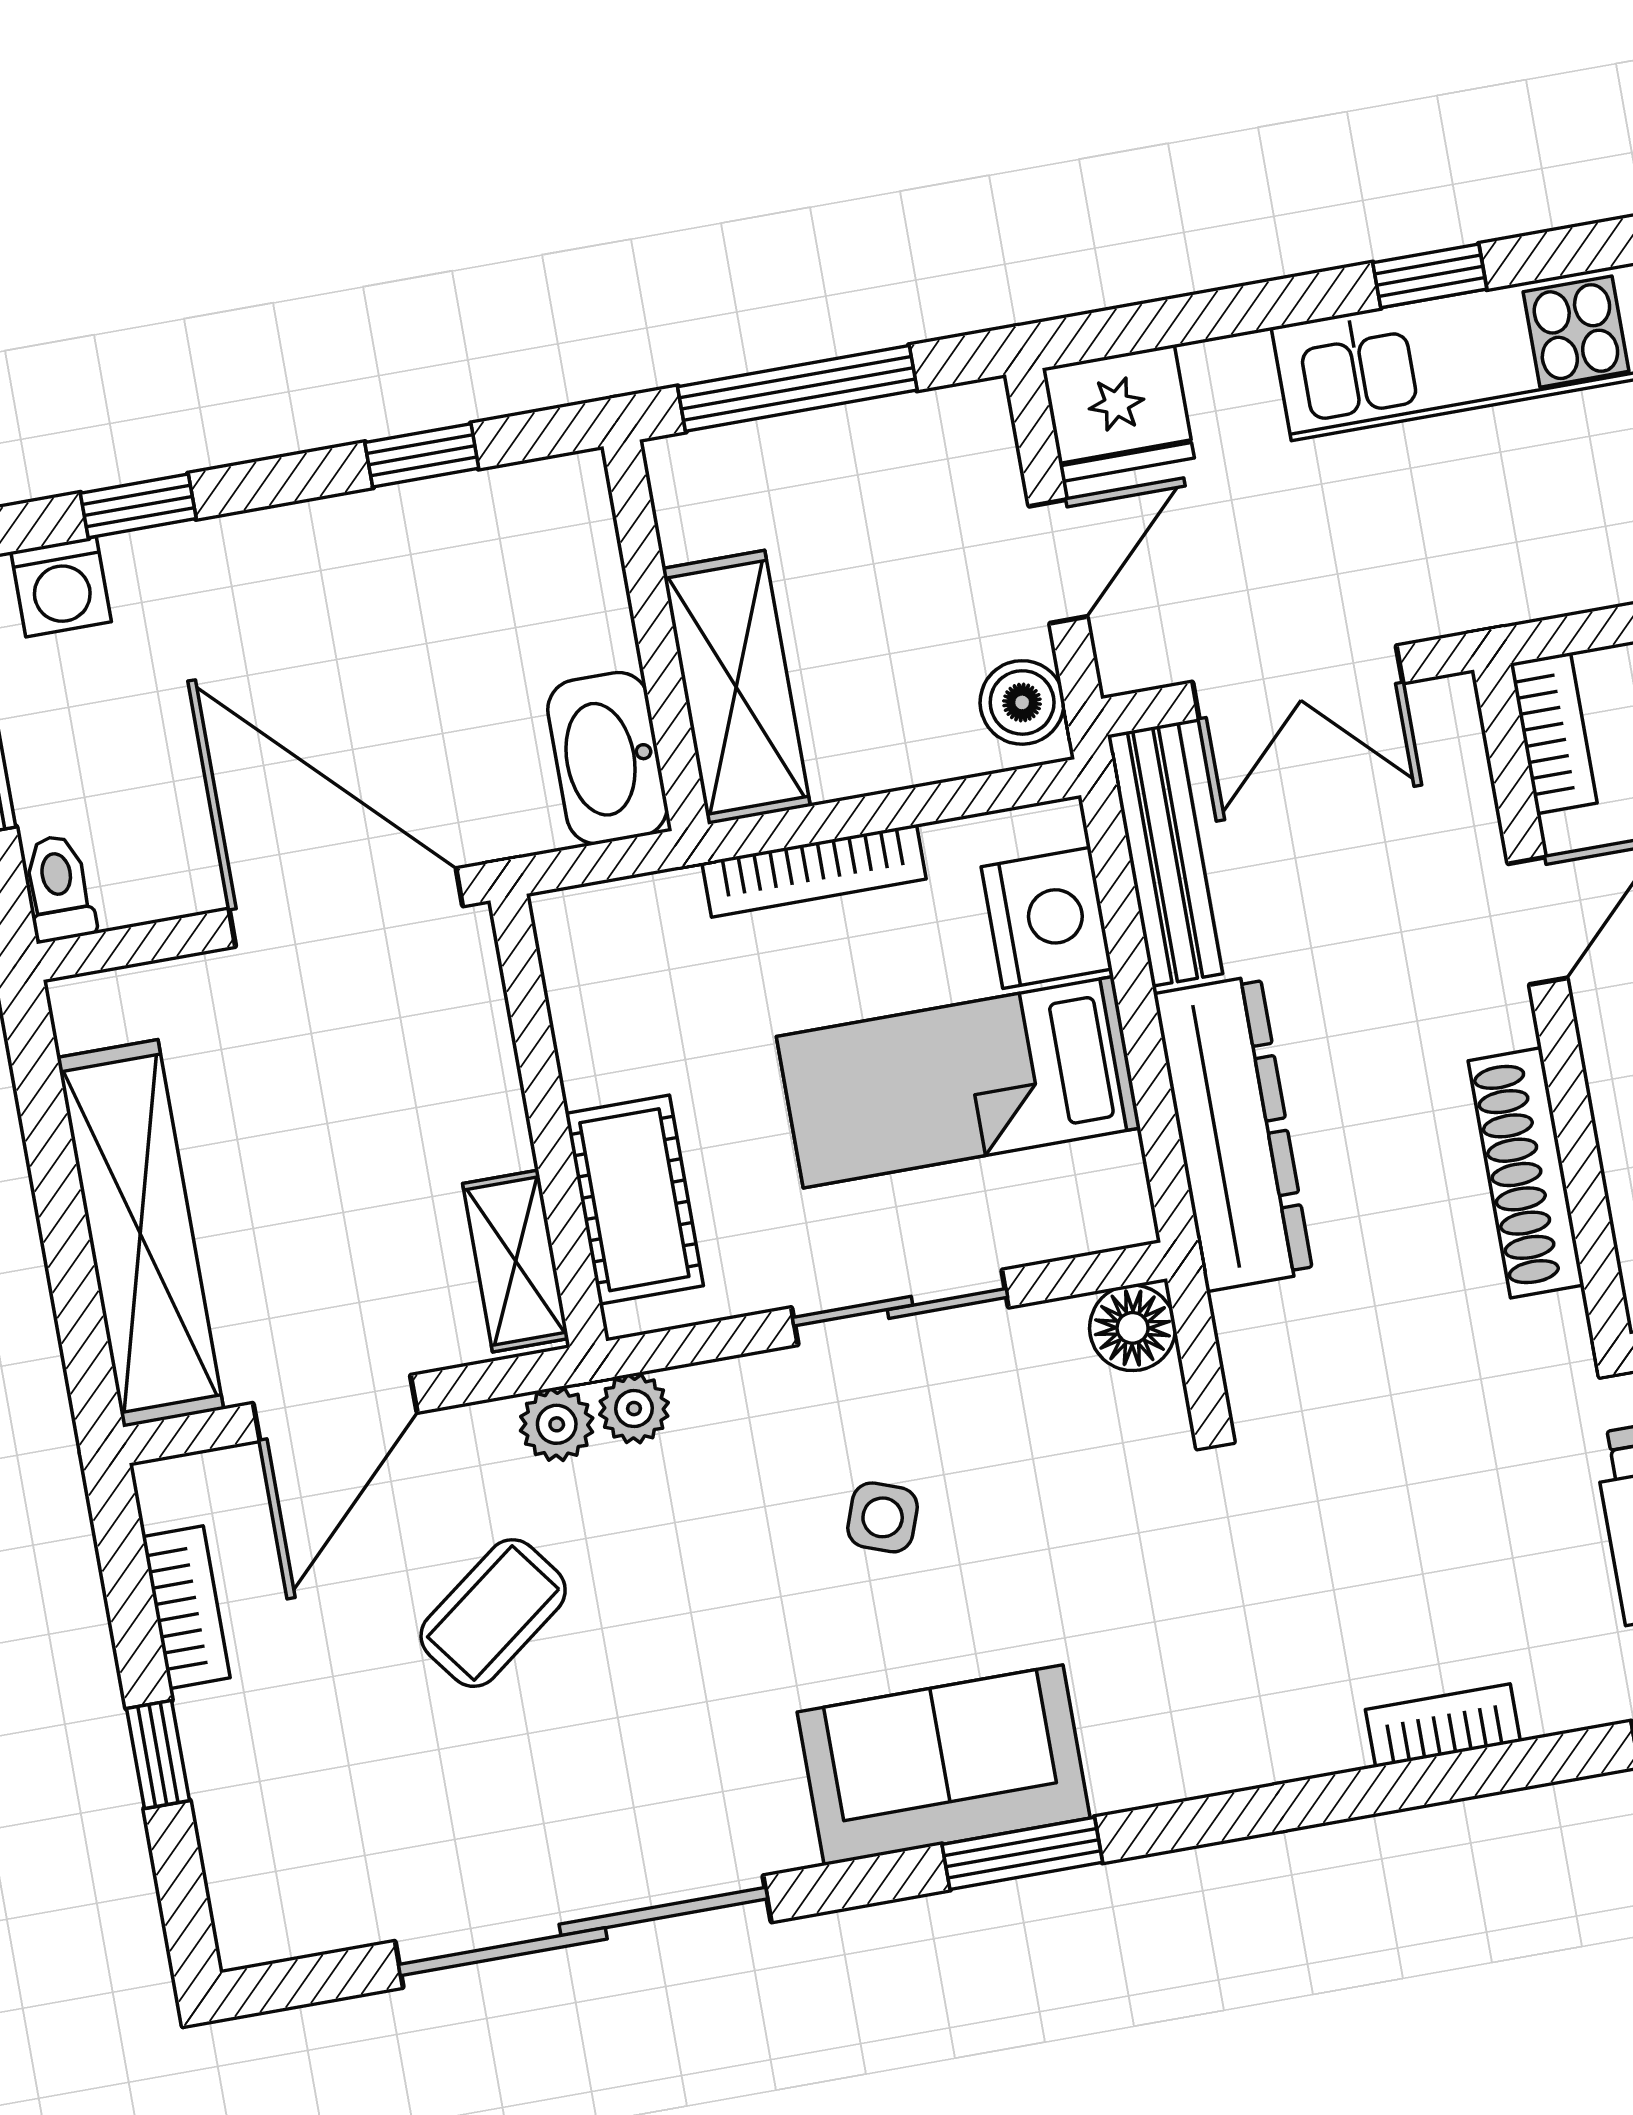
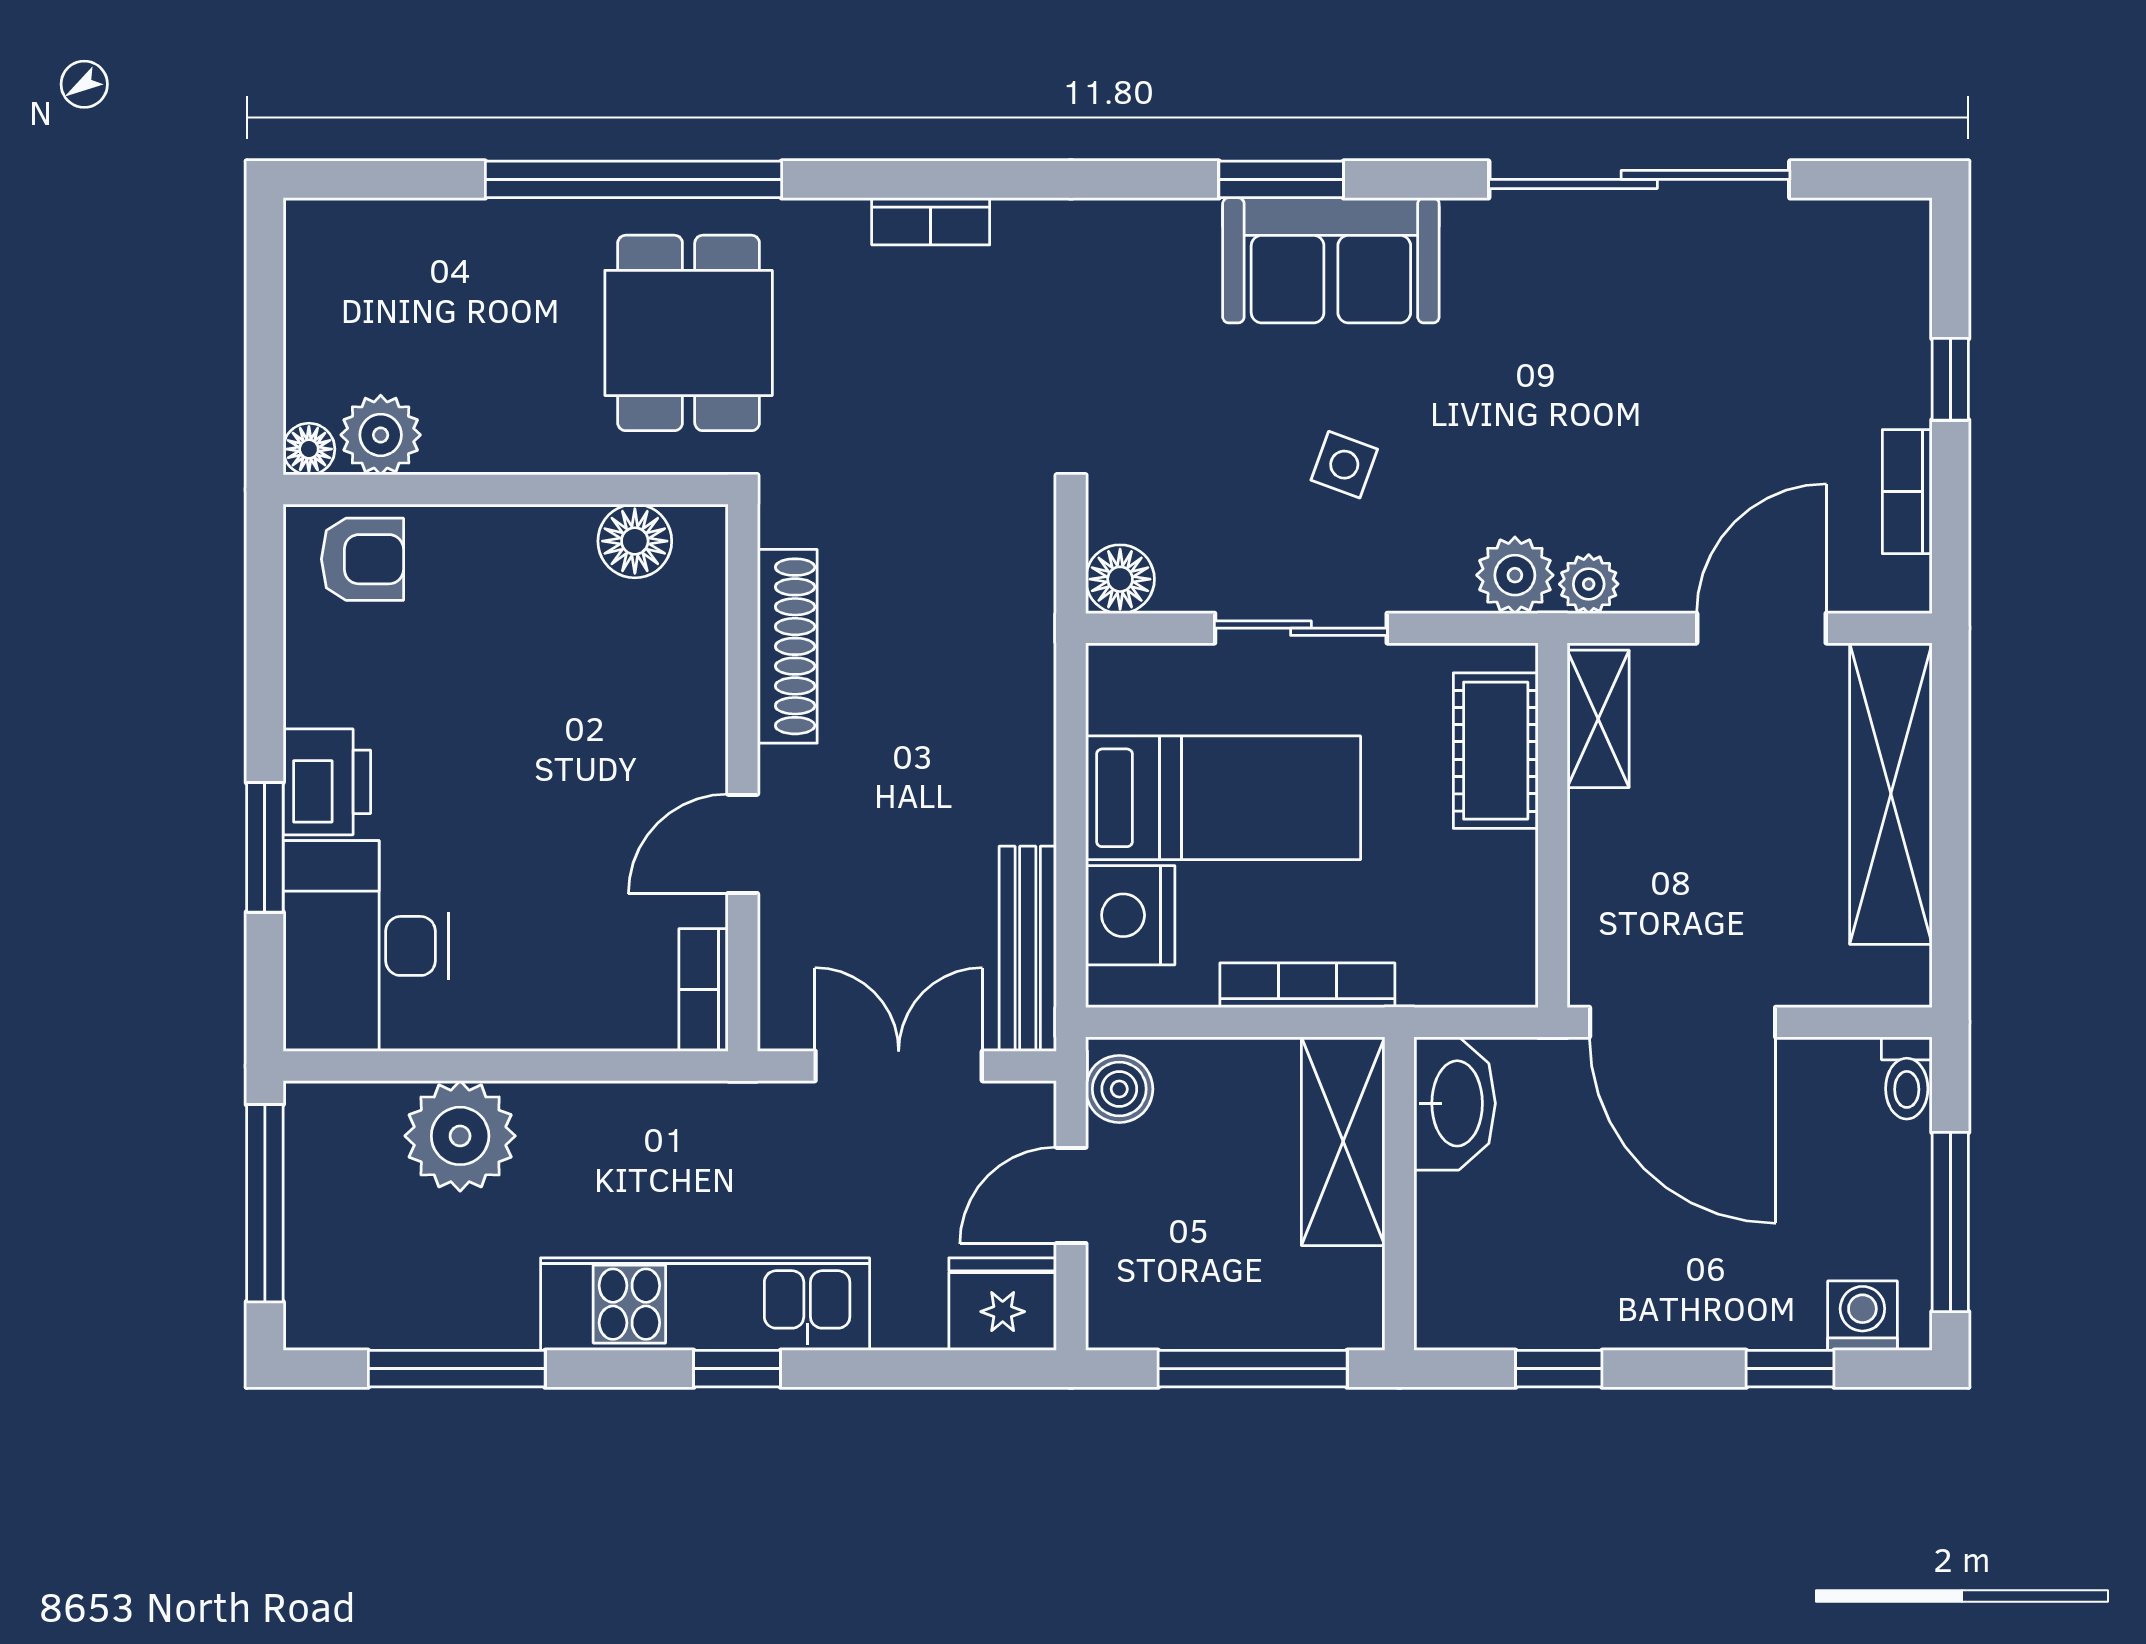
dresser: (1233, 1133) -> (1013, 719), removed
plant: (634, 1409) -> (1515, 575), width x1.38, depth x1.38
coffee table: (493, 1613) -> (1665, 444), removed

